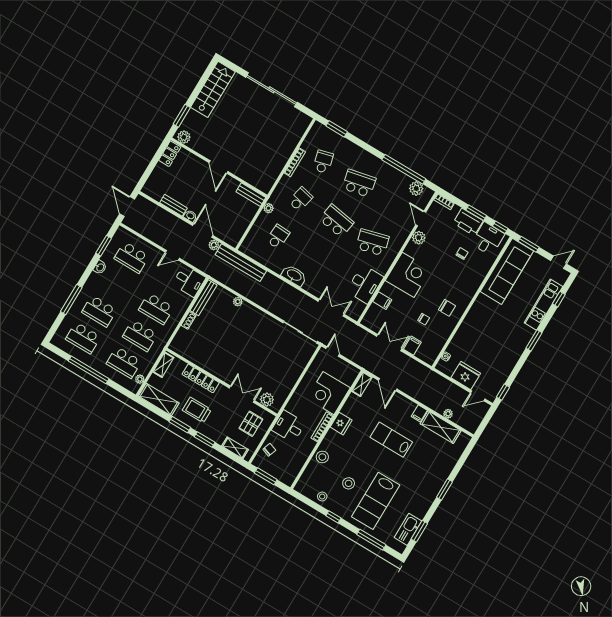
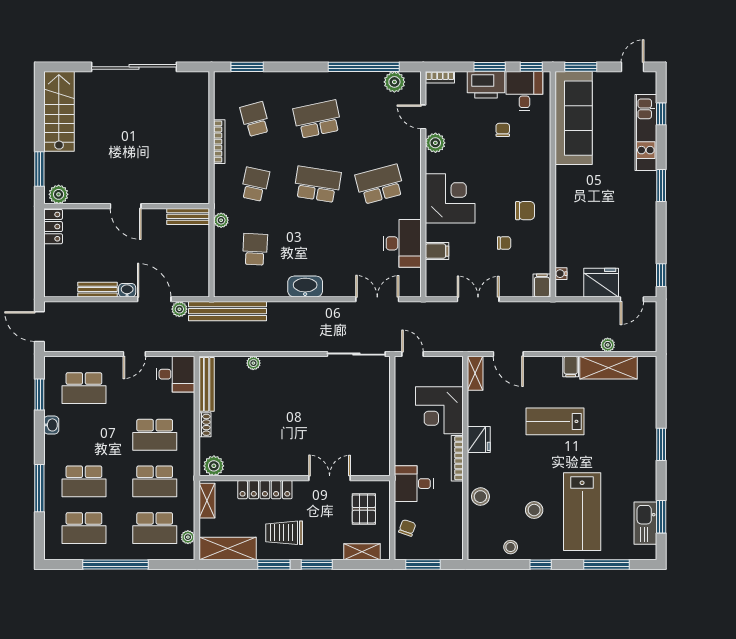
filing cabinet: (412, 346) -> (542, 285), moved
plant: (267, 400) -> (214, 466), moved

